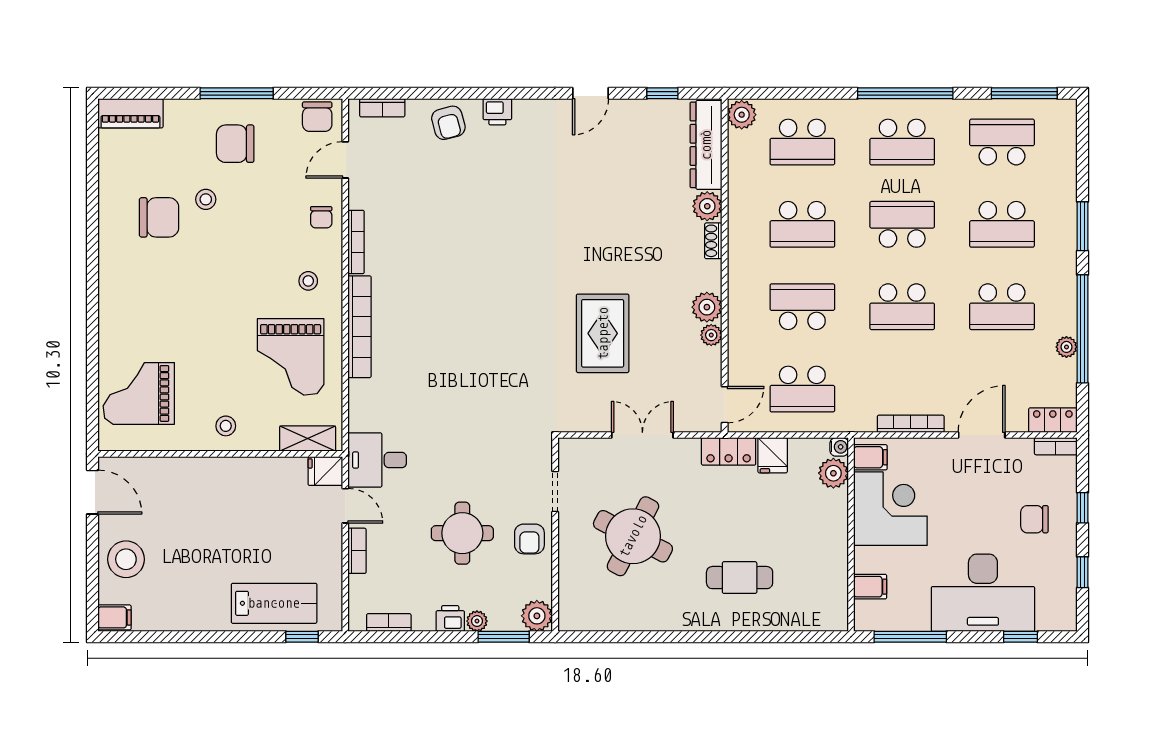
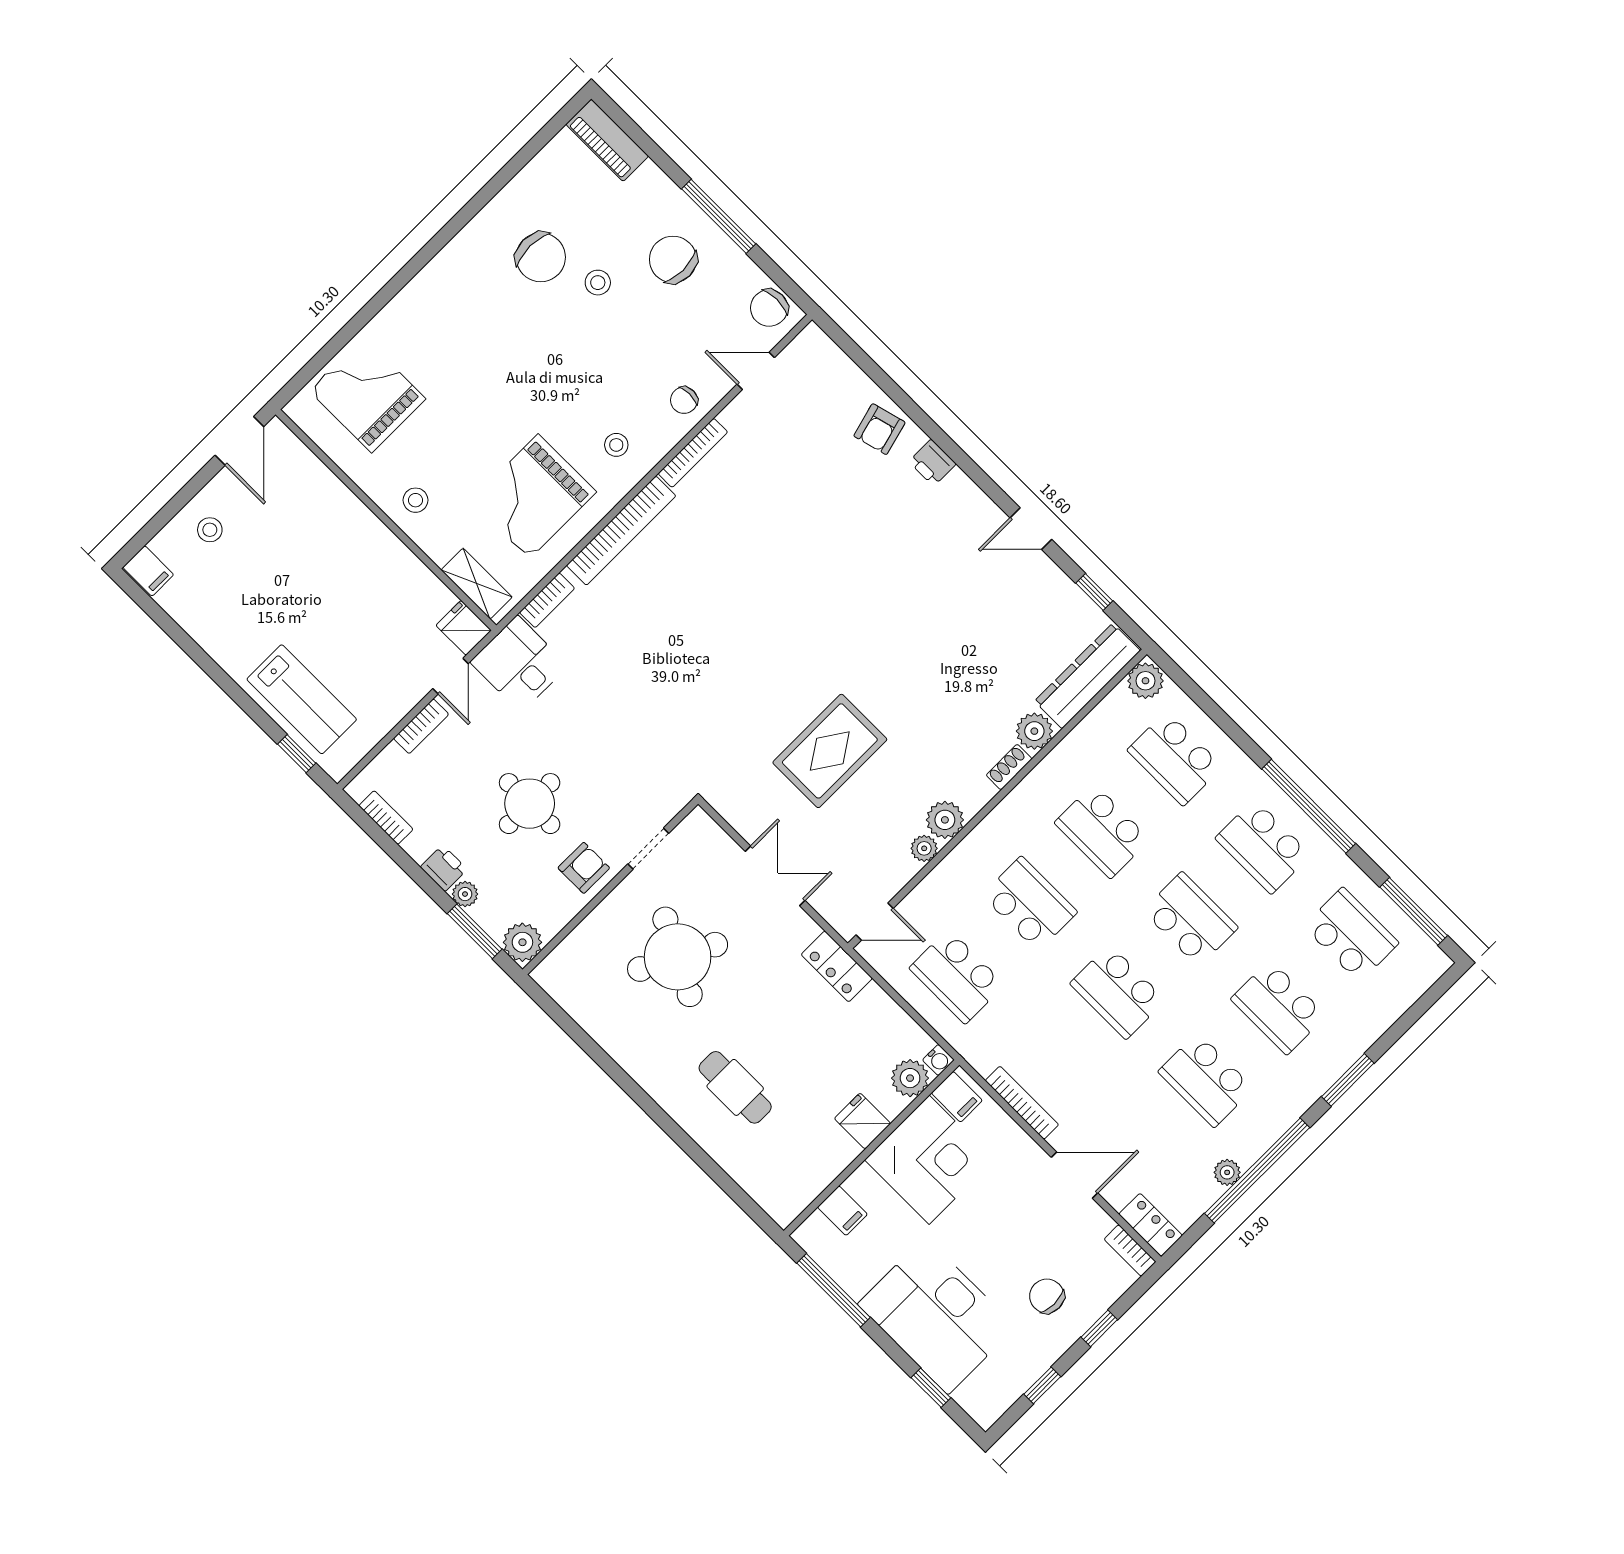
bookcase: (382, 108) -> (547, 600), moved, turned -90
fridge: (773, 455) -> (863, 1121), moved, turned 90
armchair: (529, 539) -> (584, 868), turned 180
stool: (126, 559) -> (210, 530), width x0.53, depth x0.53

